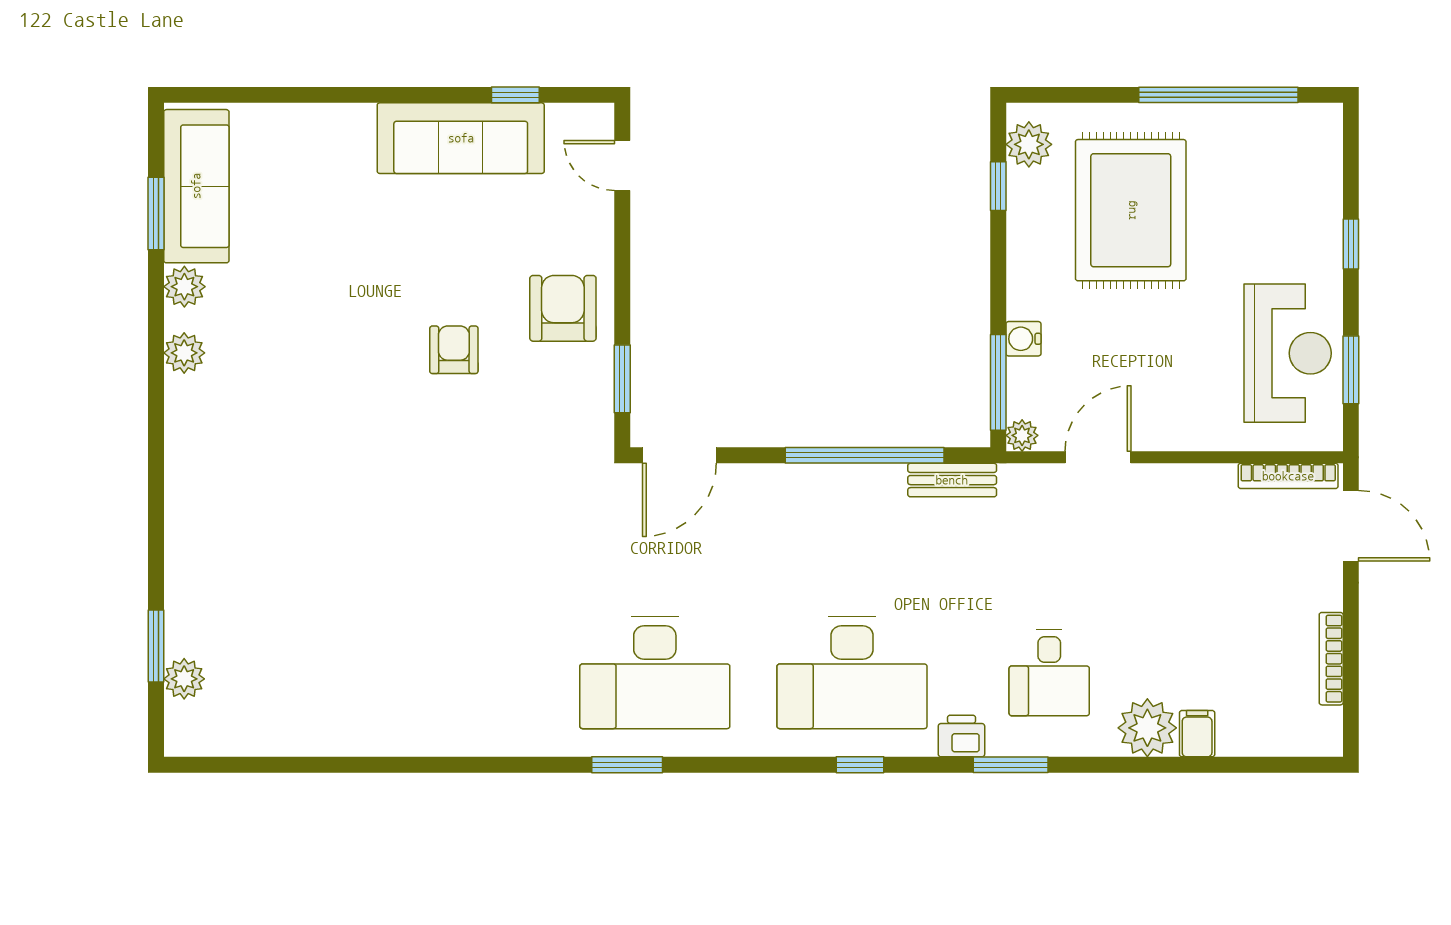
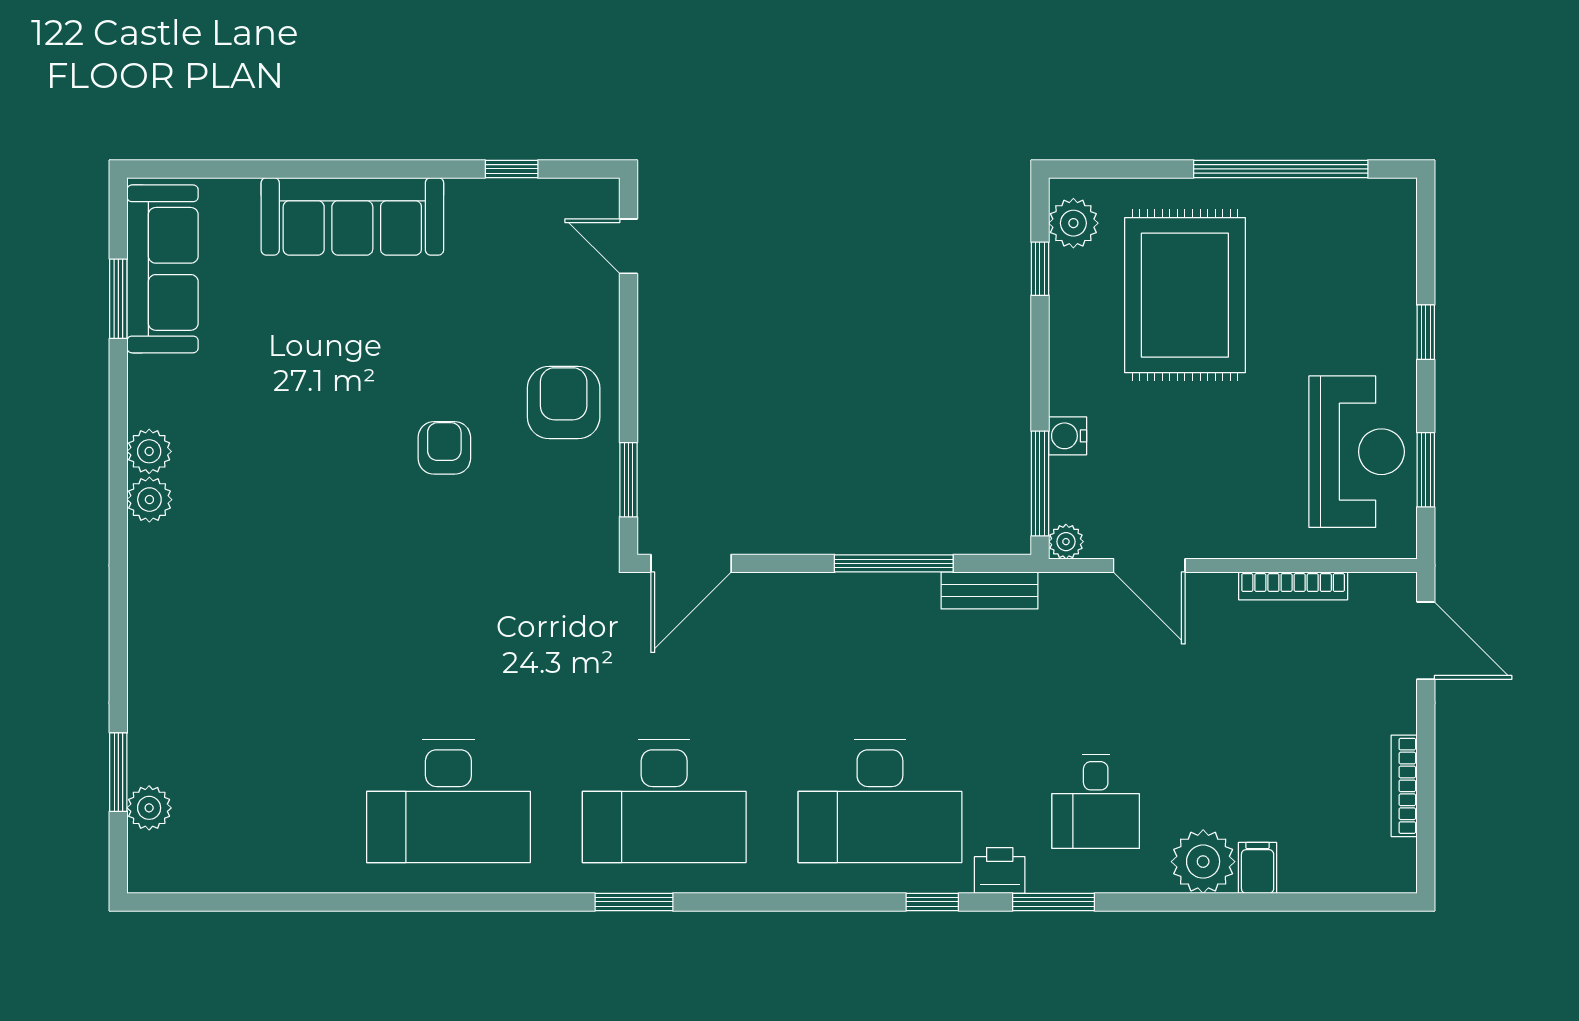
sofa: (461, 138) -> (352, 216), moved
plant: (184, 287) -> (149, 500), moved
window: (865, 455) -> (894, 563), width x0.68
door: (1098, 457) -> (1149, 565), swing flipped
bookcase: (1288, 476) -> (1293, 586), moved
desk: (458, 673) -> (448, 801), added
window: (860, 765) -> (932, 902), moved

